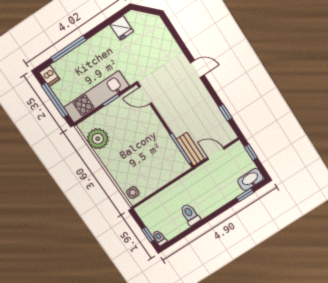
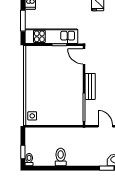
window: (55, 100) -> (23, 21), width x0.69
plant: (98, 139) -> (34, 64), removed
bench: (190, 149) -> (90, 86), moved

